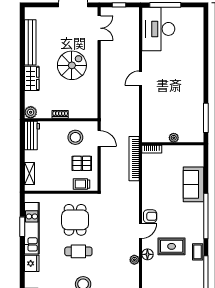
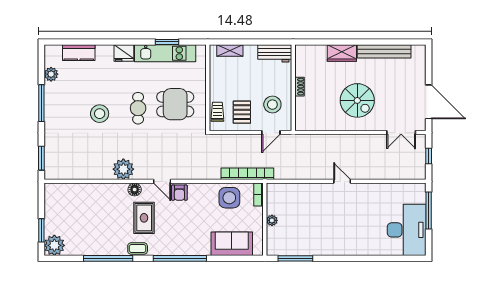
desk: (158, 29) -> (407, 230), moved, turned 90
plant: (31, 112) -> (302, 52), removed
side table: (154, 174) -> (229, 198), added
sofa: (194, 184) -> (232, 244), moved
plant: (134, 260) -> (123, 169), width x1.88, depth x1.88

